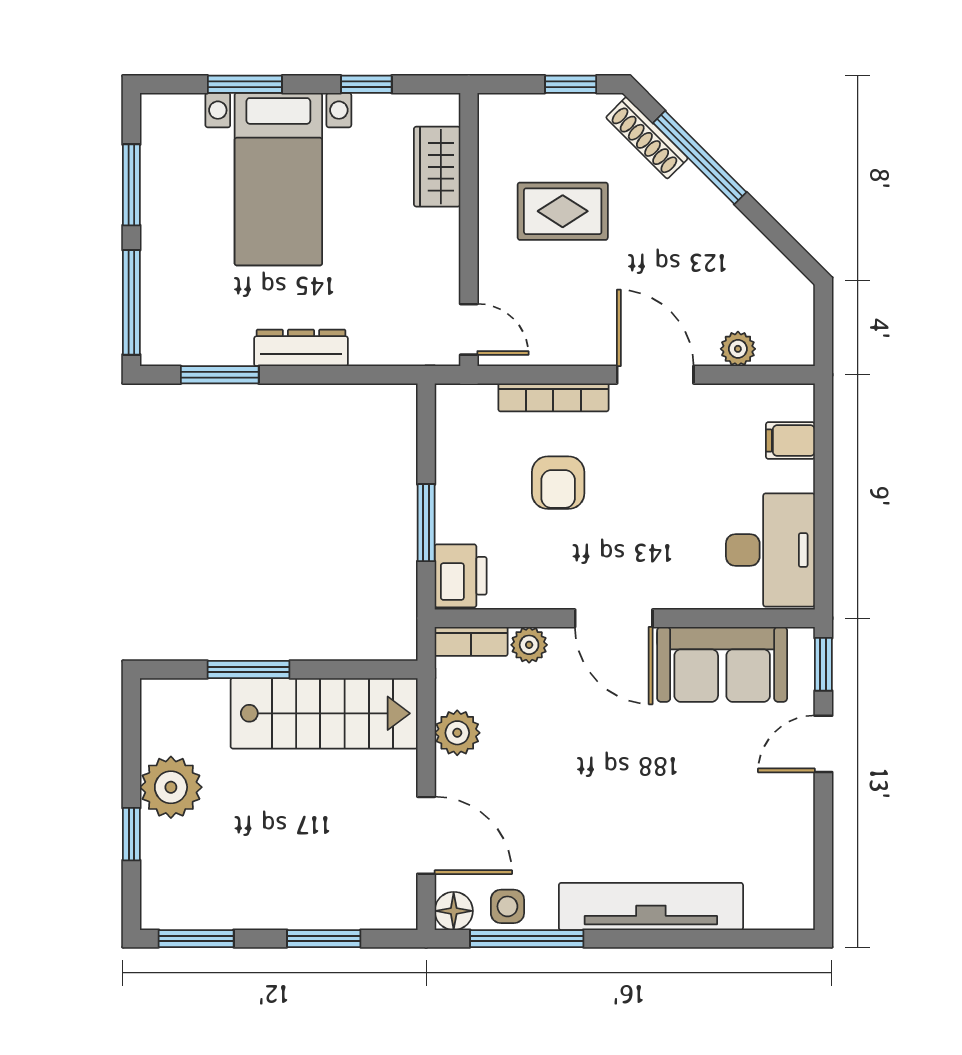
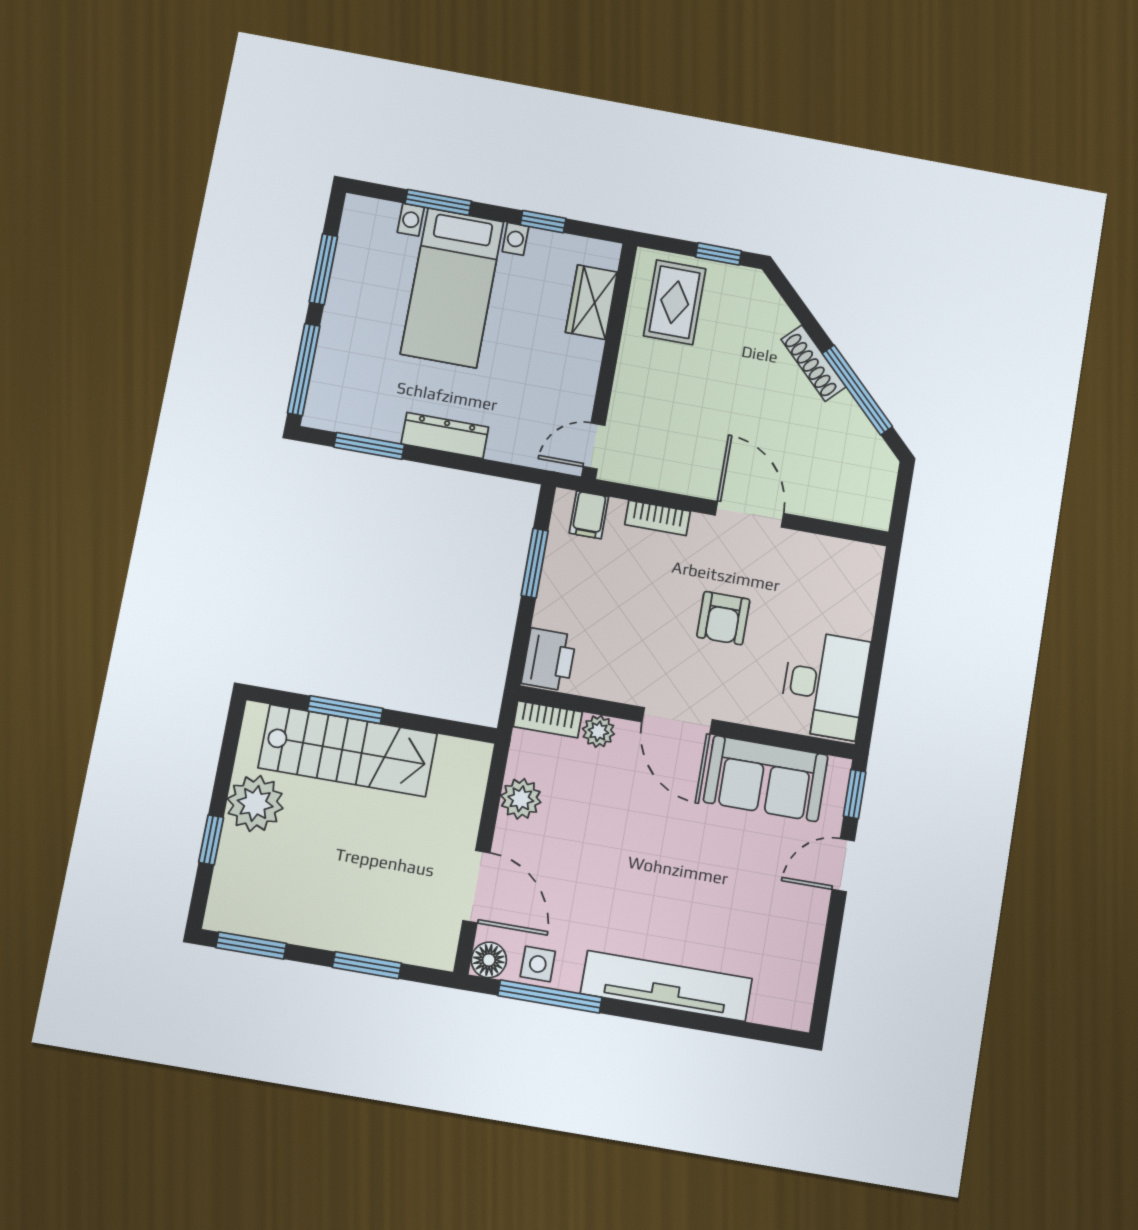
shoe rack: (647, 138) -> (813, 363), moved
window: (700, 158) -> (857, 390), moved
rug: (563, 211) -> (675, 302), moved, turned 90
door: (469, 329) -> (594, 446), swing flipped
plant: (738, 349) -> (825, 505), removed
bookcase: (553, 397) -> (658, 518), width x0.64
filing cabinet: (790, 441) -> (589, 515), moved, turned -90
armchair: (558, 483) -> (723, 618), moved
window: (426, 523) -> (535, 563), moved
stairs: (324, 713) -> (348, 751), moved

